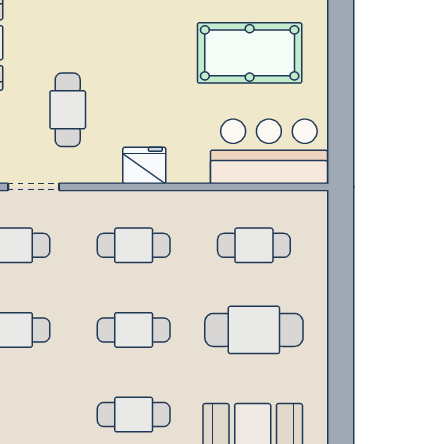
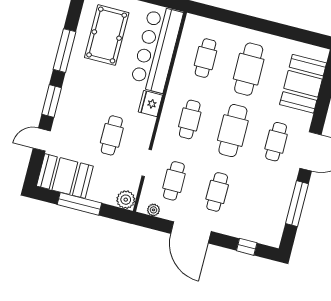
cafe table: (68, 110) -> (112, 135), turned 90
bar counter: (269, 151) -> (157, 49), width x1.36
cafe table: (134, 330) -> (233, 131), width x1.37, depth x1.35

